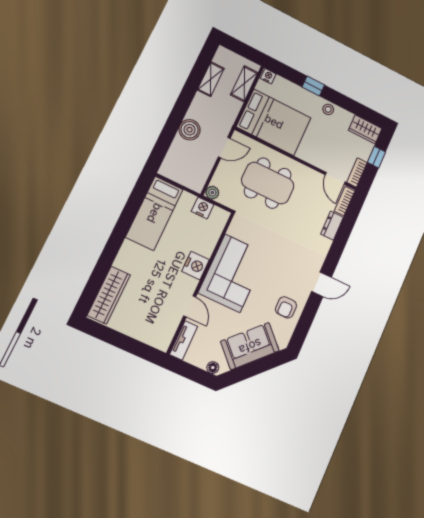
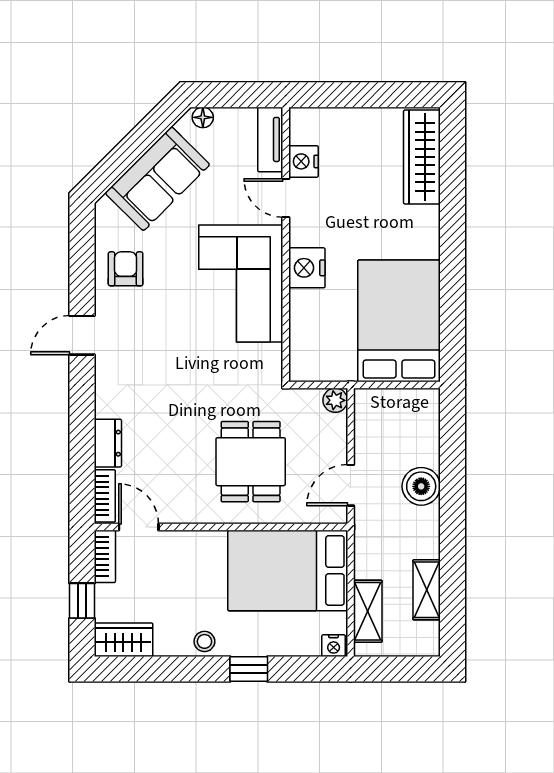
dining table: (268, 183) -> (251, 462), width x0.73
nightstand: (203, 208) -> (303, 161), moved, turned 90
bed: (154, 213) -> (399, 321), width x1.50

